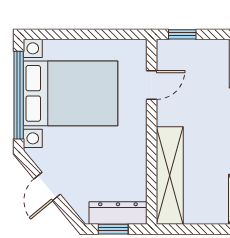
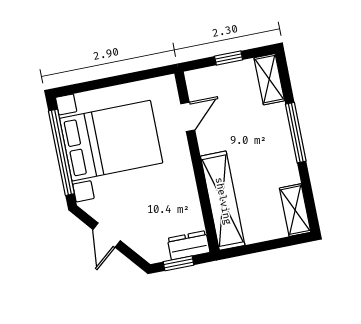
window: (182, 34) -> (229, 58), moved
dresser: (118, 213) -> (189, 245), width x0.70

